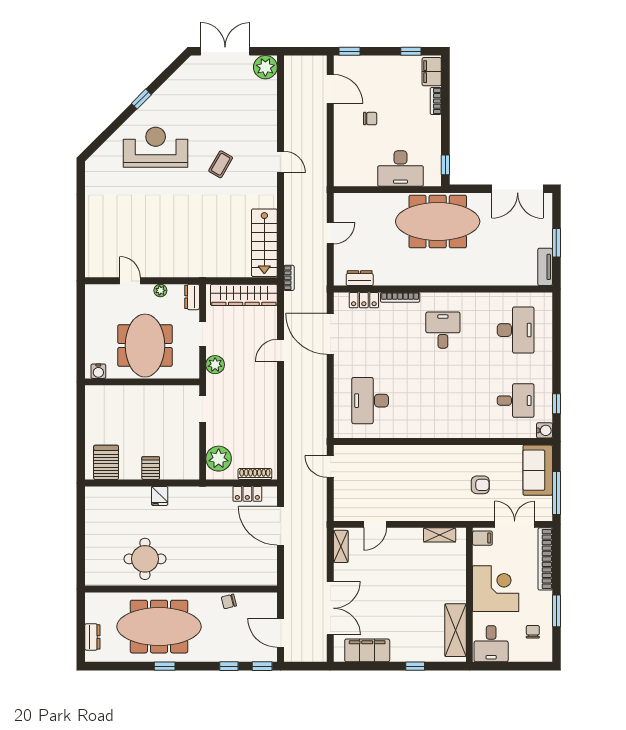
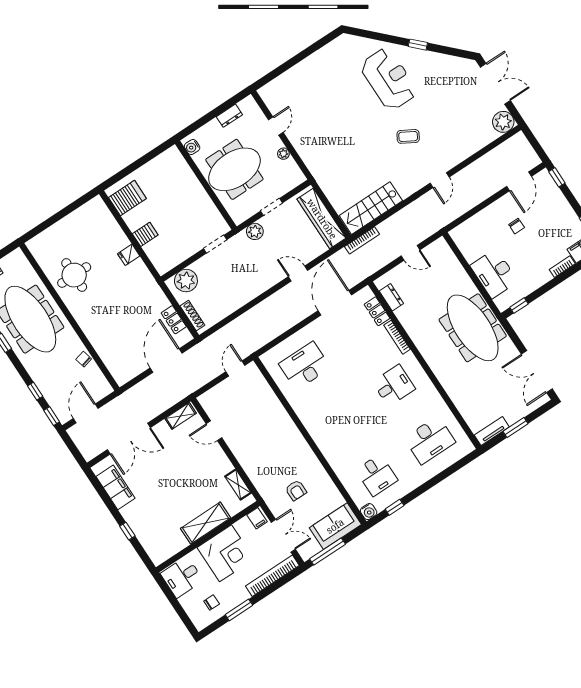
bookcase: (289, 278) -> (362, 240), width x1.56
dresser: (192, 297) -> (229, 116), moved, turned 180
shelving: (455, 630) -> (206, 523), moved

